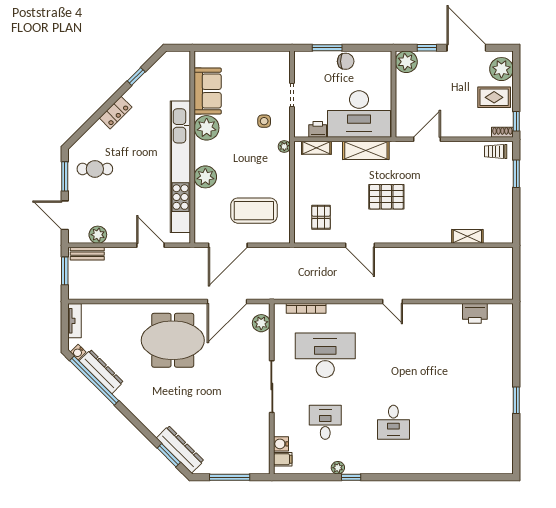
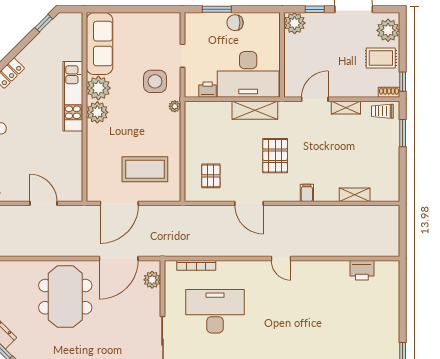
chair: (346, 61) -> (235, 23), turned 180
window: (136, 76) -> (44, 23), moved
sofa: (208, 91) -> (100, 44), width x1.36
side table: (264, 121) -> (155, 81), width x1.87, depth x1.87
shelving: (316, 148) -> (346, 108), moved
kitchen unit: (180, 167) -> (73, 96), width x0.54
plant: (205, 177) -> (97, 112), moved
pallet: (386, 197) -> (275, 156), turned 90
filing cabinet: (419, 235) -> (307, 193), added
meeting table: (173, 340) -> (65, 297), turned 90

